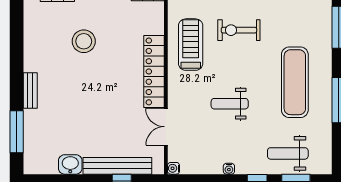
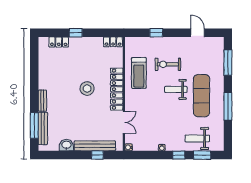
stool: (84, 41) -> (87, 88), moved
treadmill: (191, 45) -> (139, 73), turned 180
weight bench: (230, 104) -> (176, 89), moved
double door: (166, 127) -> (124, 122), swing flipped
bench: (31, 137) -> (43, 128), added

